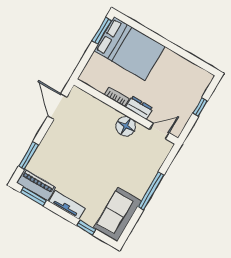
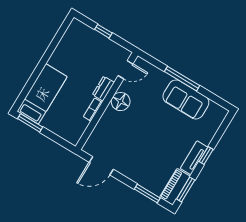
bed: (129, 49) -> (42, 94), width x0.67
door: (159, 131) -> (125, 70), swing flipped
sofa: (118, 214) -> (186, 99), moved
window: (86, 228) -> (206, 156), moved

